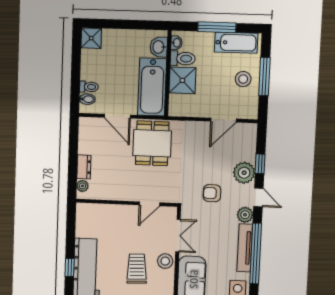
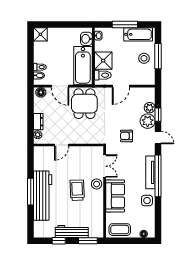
toilet: (183, 59) -> (103, 75), moved
door: (224, 120) -> (121, 86), moved
floor lamp: (89, 124) -> (41, 92), added
door: (150, 204) -> (62, 145), moved
plant: (245, 215) -> (150, 108), moved
window: (70, 267) -> (31, 192), width x2.17

